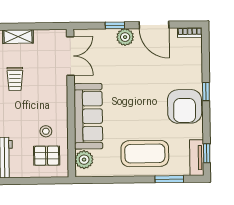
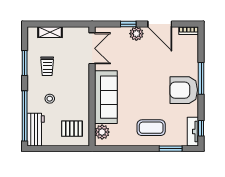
window: (206, 91) -> (201, 78), width x2.17
armchair: (185, 106) -> (184, 90), turned 90
stool: (46, 131) -> (50, 99), moved
coffee table: (145, 153) -> (151, 128), width x0.73, depth x0.76

